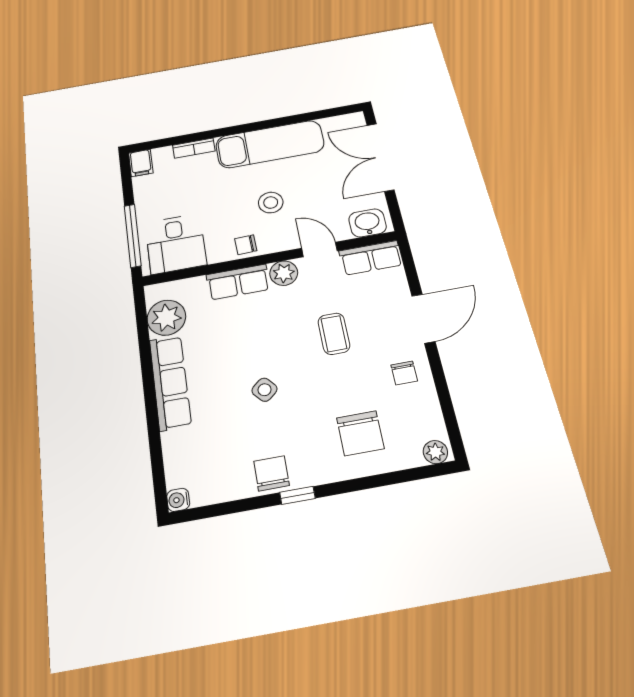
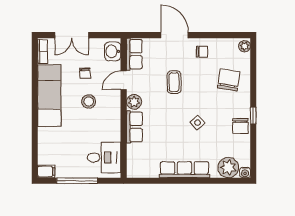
bookcase: (194, 148) -> (43, 52), moved
double door: (380, 157) -> (72, 35), width x0.73
window: (133, 235) -> (77, 181), moved
chair: (246, 245) -> (85, 73), moved
plant: (166, 318) -> (228, 168), moved
coffee table: (334, 334) -> (174, 82), turned 90
chair: (360, 433) -> (229, 80), turned -81
chair: (272, 473) -> (240, 126), turned -90

